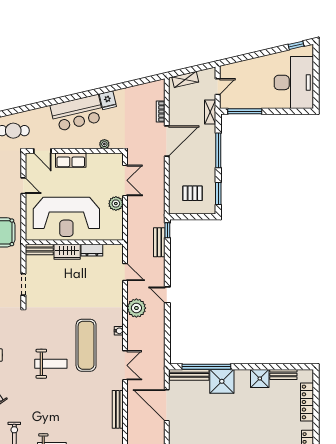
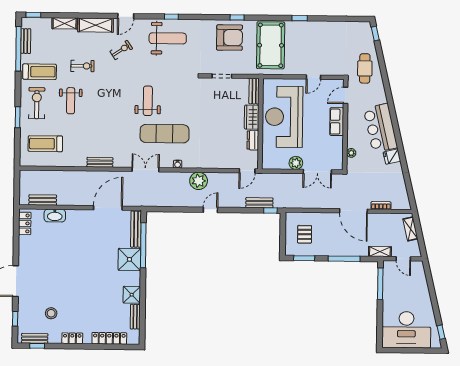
door: (125, 272) -> (247, 171), moved
weight bench: (51, 364) -> (148, 101), turned 180
double door: (125, 365) -> (145, 170), swing flipped
bench: (118, 409) -> (100, 162), width x0.73

